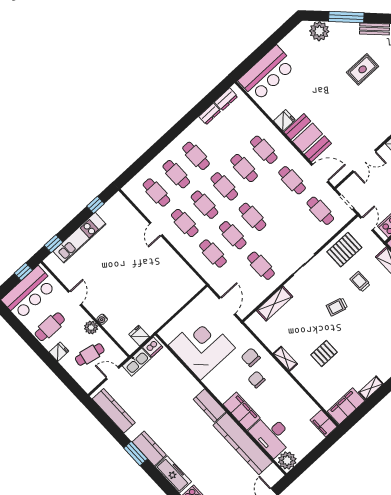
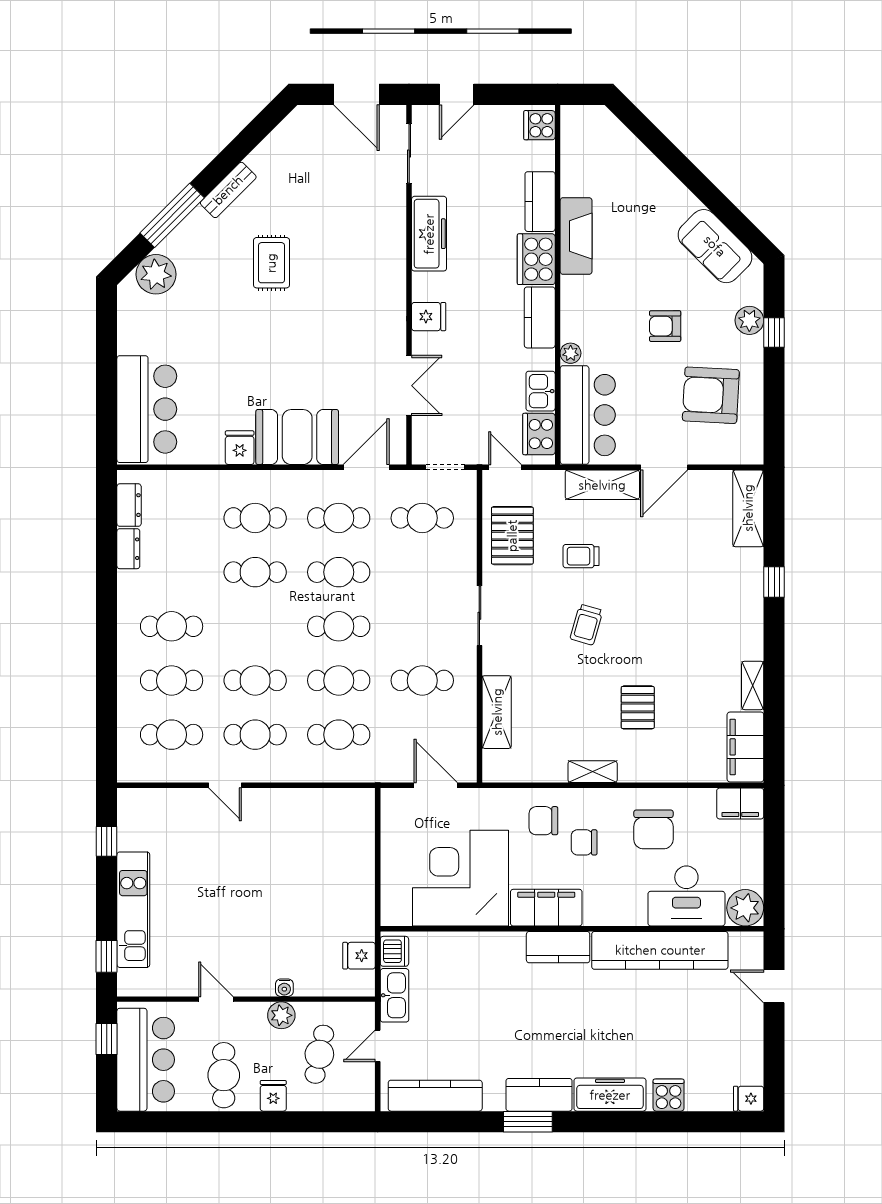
cafe table: (224, 186) -> (339, 572), moved
chair: (285, 400) -> (653, 829), added
filing cabinet: (242, 411) -> (546, 908), moved

